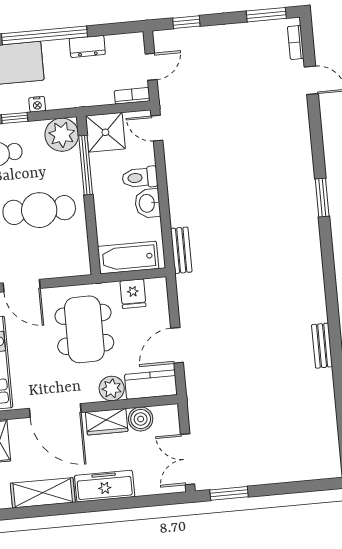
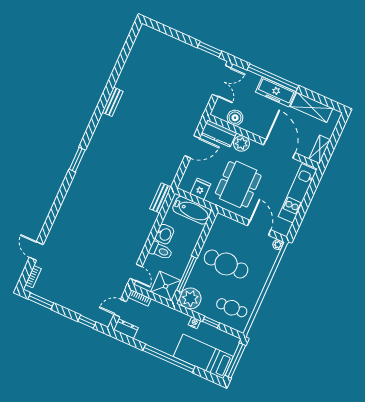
dresser: (87, 46) -> (126, 329), moved
window: (322, 198) -> (77, 160), moved
wardrobe: (107, 422) -> (255, 127), removed
window: (119, 504) -> (273, 78), added

